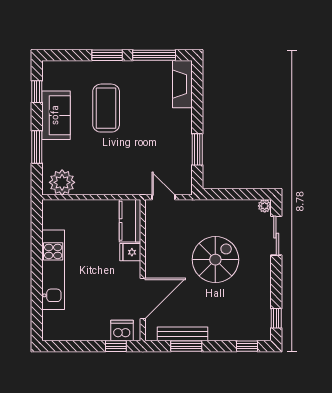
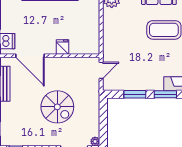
window: (197, 106) -> (165, 94), added
kitchen counter: (130, 221) -> (85, 47), removed

